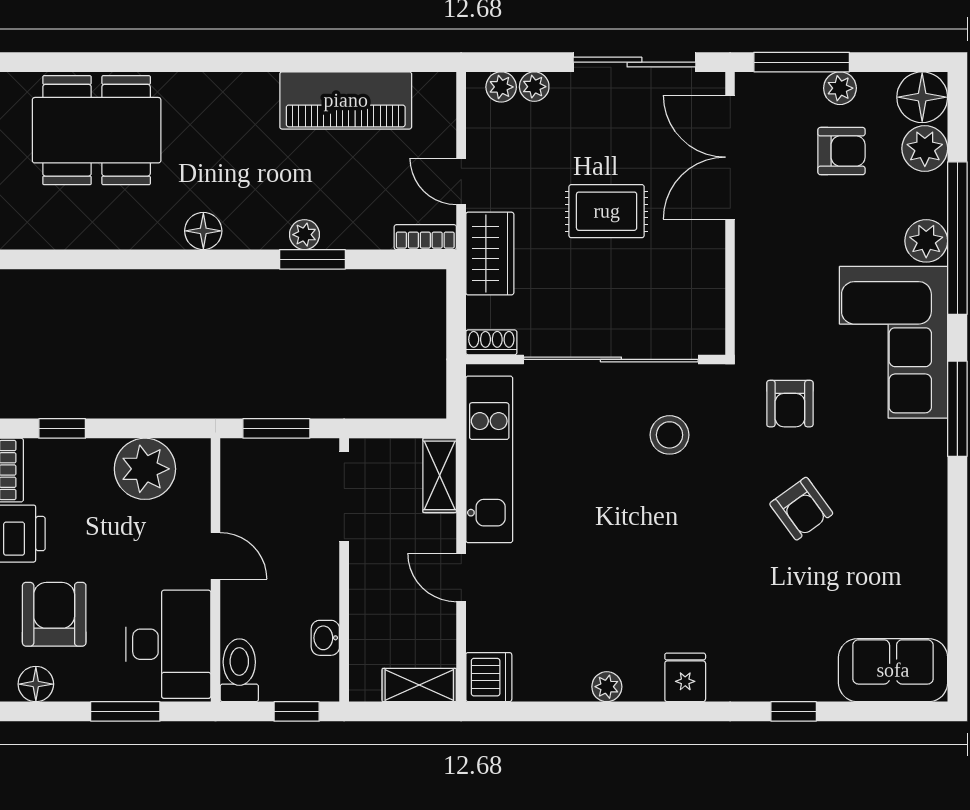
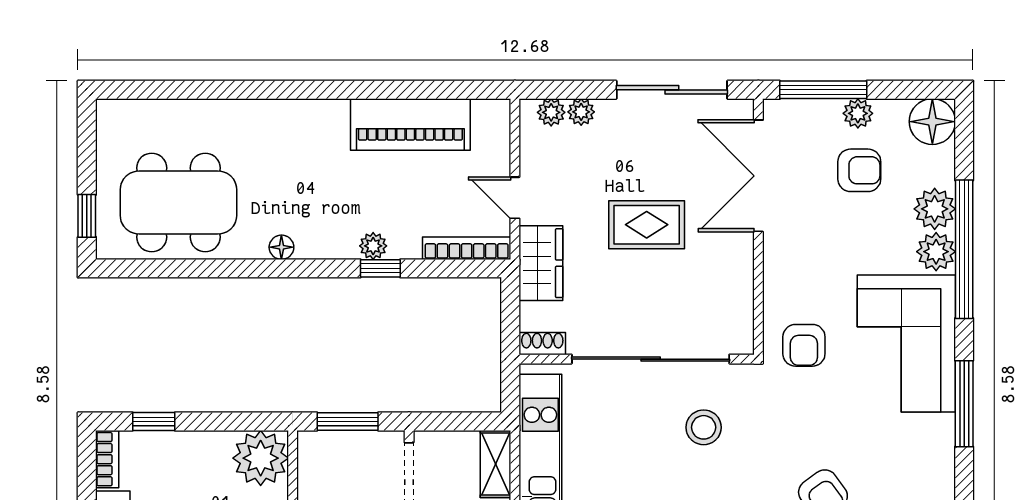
dining table: (97, 130) -> (178, 203), moved
plant: (925, 148) -> (935, 209), moved
floor lamp: (203, 231) -> (281, 247), width x0.73, depth x0.73
bookcase: (425, 237) -> (467, 248), width x1.56
window: (312, 259) -> (380, 268), width x0.67
armchair: (790, 404) -> (804, 345), moved
plant: (145, 469) -> (261, 458), moved

